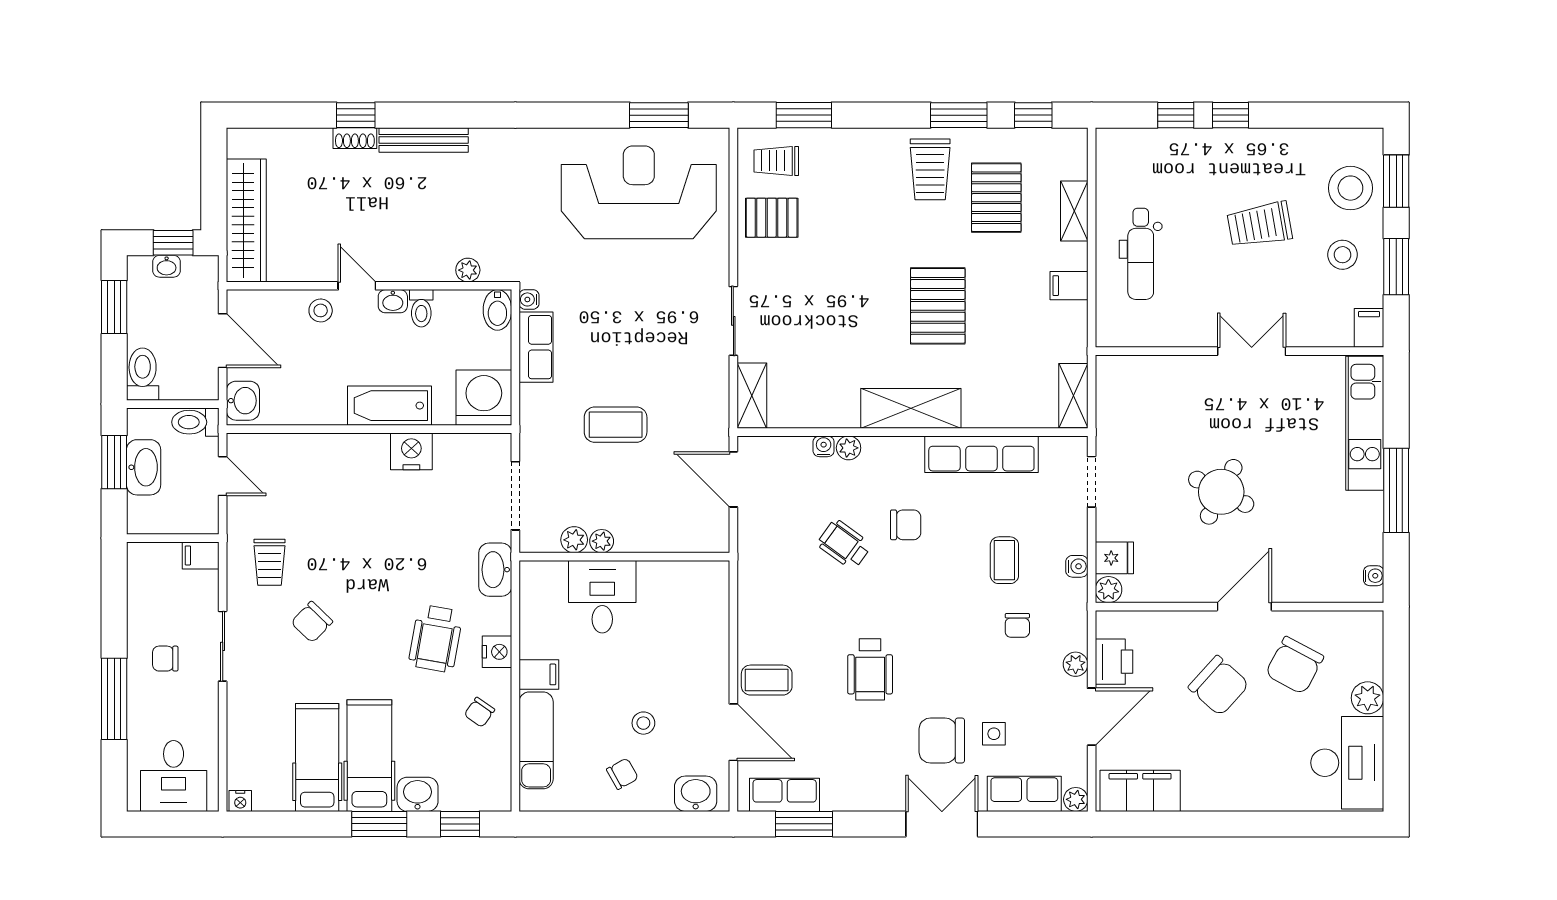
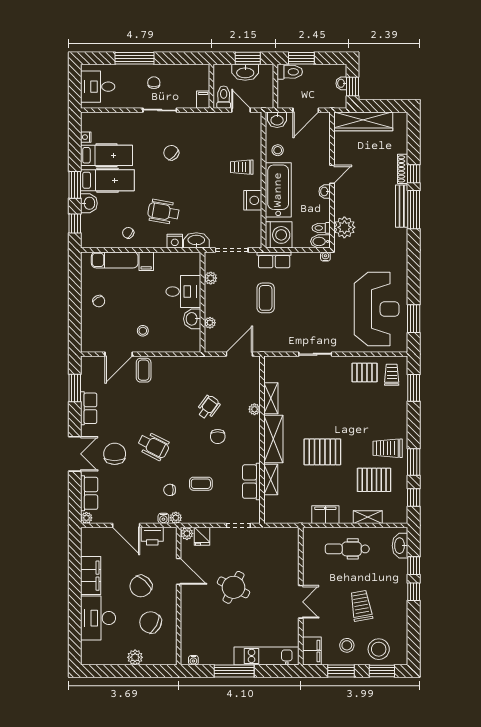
window: (431, 115) -> (414, 210), added
shoe rack: (355, 138) -> (403, 169), width x1.43
washbasin: (1134, 144) -> (400, 546), added
pallet: (772, 218) -> (365, 373), turned 90
plant: (468, 270) -> (344, 227), width x1.87, depth x1.87
filing cabinet: (1069, 286) -> (325, 515), width x2.00
window: (114, 307) -> (301, 58), moved
toilet: (421, 308) -> (321, 228), moved
stool: (321, 310) -> (278, 150), moved
filing cabinet: (1369, 328) -> (312, 651), width x2.00
row of seats: (536, 347) -> (274, 260), moved
shelving: (752, 396) -> (271, 398), moved, turned 90
shelving: (1073, 396) -> (271, 479), moved, turned 90
bathtub: (390, 406) -> (278, 190), width x1.36, depth x1.36
toilet: (195, 422) -> (224, 97), moved
water cooler: (824, 446) -> (255, 397), removed
row of seats: (981, 454) -> (251, 482), width x0.68
door: (223, 476) -> (241, 110), swing flipped
plant: (602, 541) -> (210, 323), moved
trolley: (270, 562) -> (242, 167), moved
water cooler: (1077, 566) -> (163, 518), moved
door: (1244, 607) -> (179, 571), moved
nightstand: (497, 652) -> (175, 241), moved
plant: (1076, 664) -> (176, 518), moved
wheelchair: (870, 669) -> (153, 446), moved, turned -153
stool: (643, 723) -> (143, 331), moved
side table: (994, 734) -> (118, 479), removed
desk: (1347, 763) -> (98, 618), moved, turned 90
filing cabinet: (1140, 791) -> (91, 576), moved
washbasin: (696, 794) -> (192, 319), moved, turned 180
row of seats: (785, 795) -> (89, 408), moved
nightstand: (240, 801) -> (86, 137), moved

